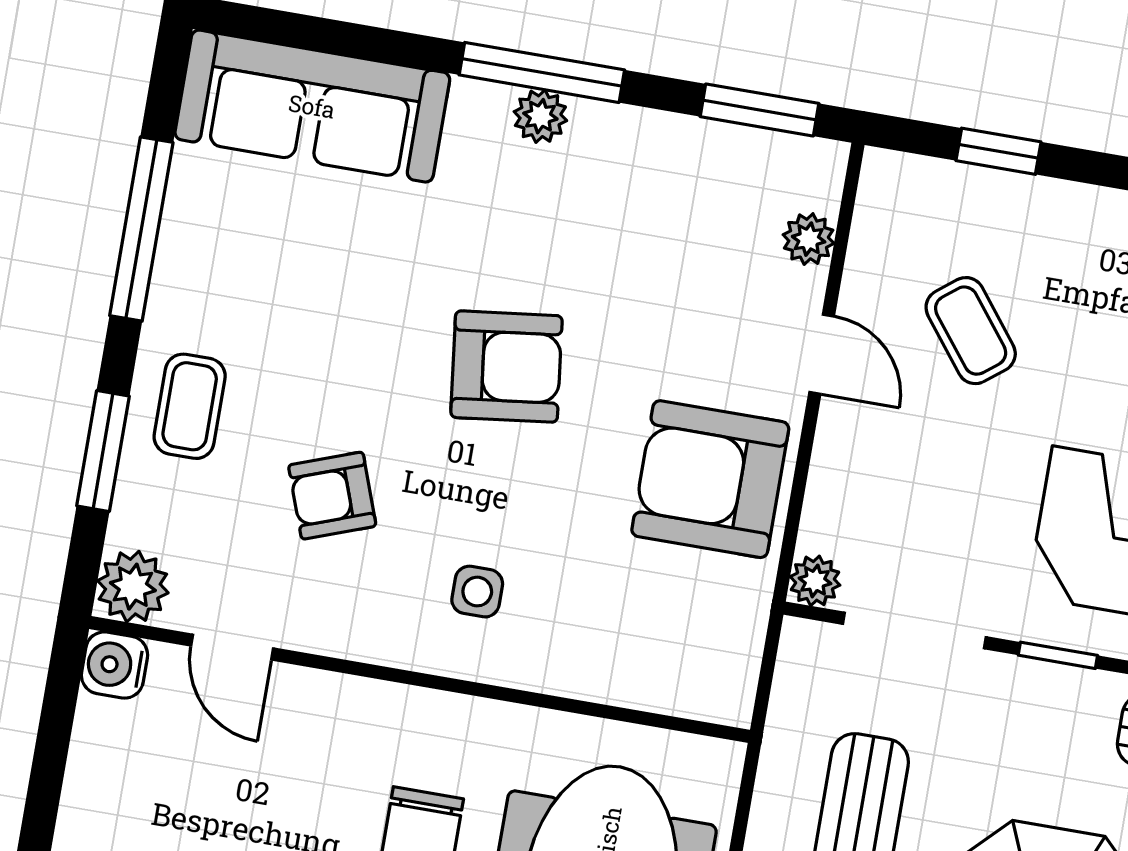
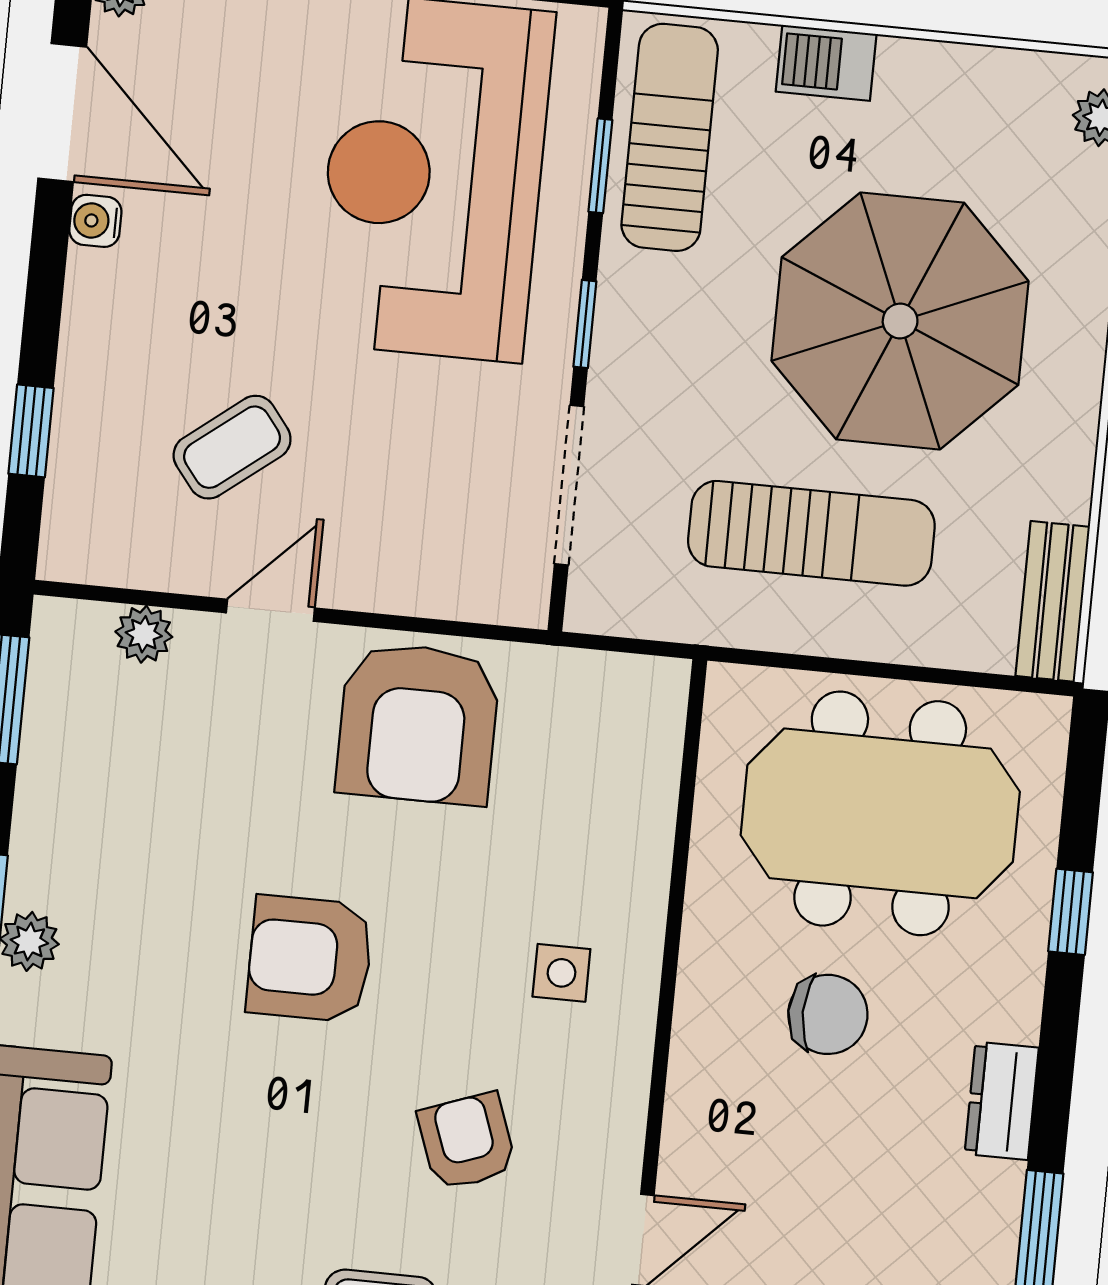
armchair: (506, 367) -> (310, 959), turned -83
armchair: (332, 496) -> (467, 1141), turned 180
plant: (815, 581) -> (522, 599), removed

